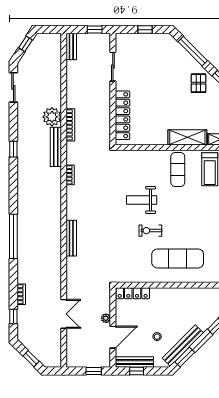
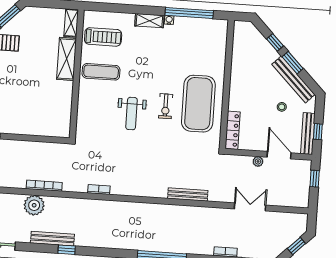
locker: (122, 115) -> (38, 128), removed
bench: (56, 147) -> (52, 239), moved
bench: (71, 238) -> (188, 194), moved
exercise mat: (178, 258) -> (198, 104), moved, width x1.47
window: (185, 357) -> (293, 63), moved

